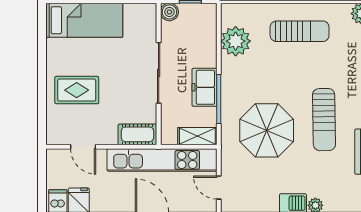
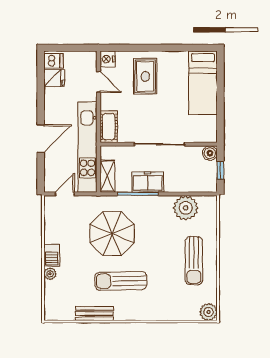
nightstand: (56, 136) -> (107, 59), added
door: (83, 147) -> (98, 82), swing flipped

